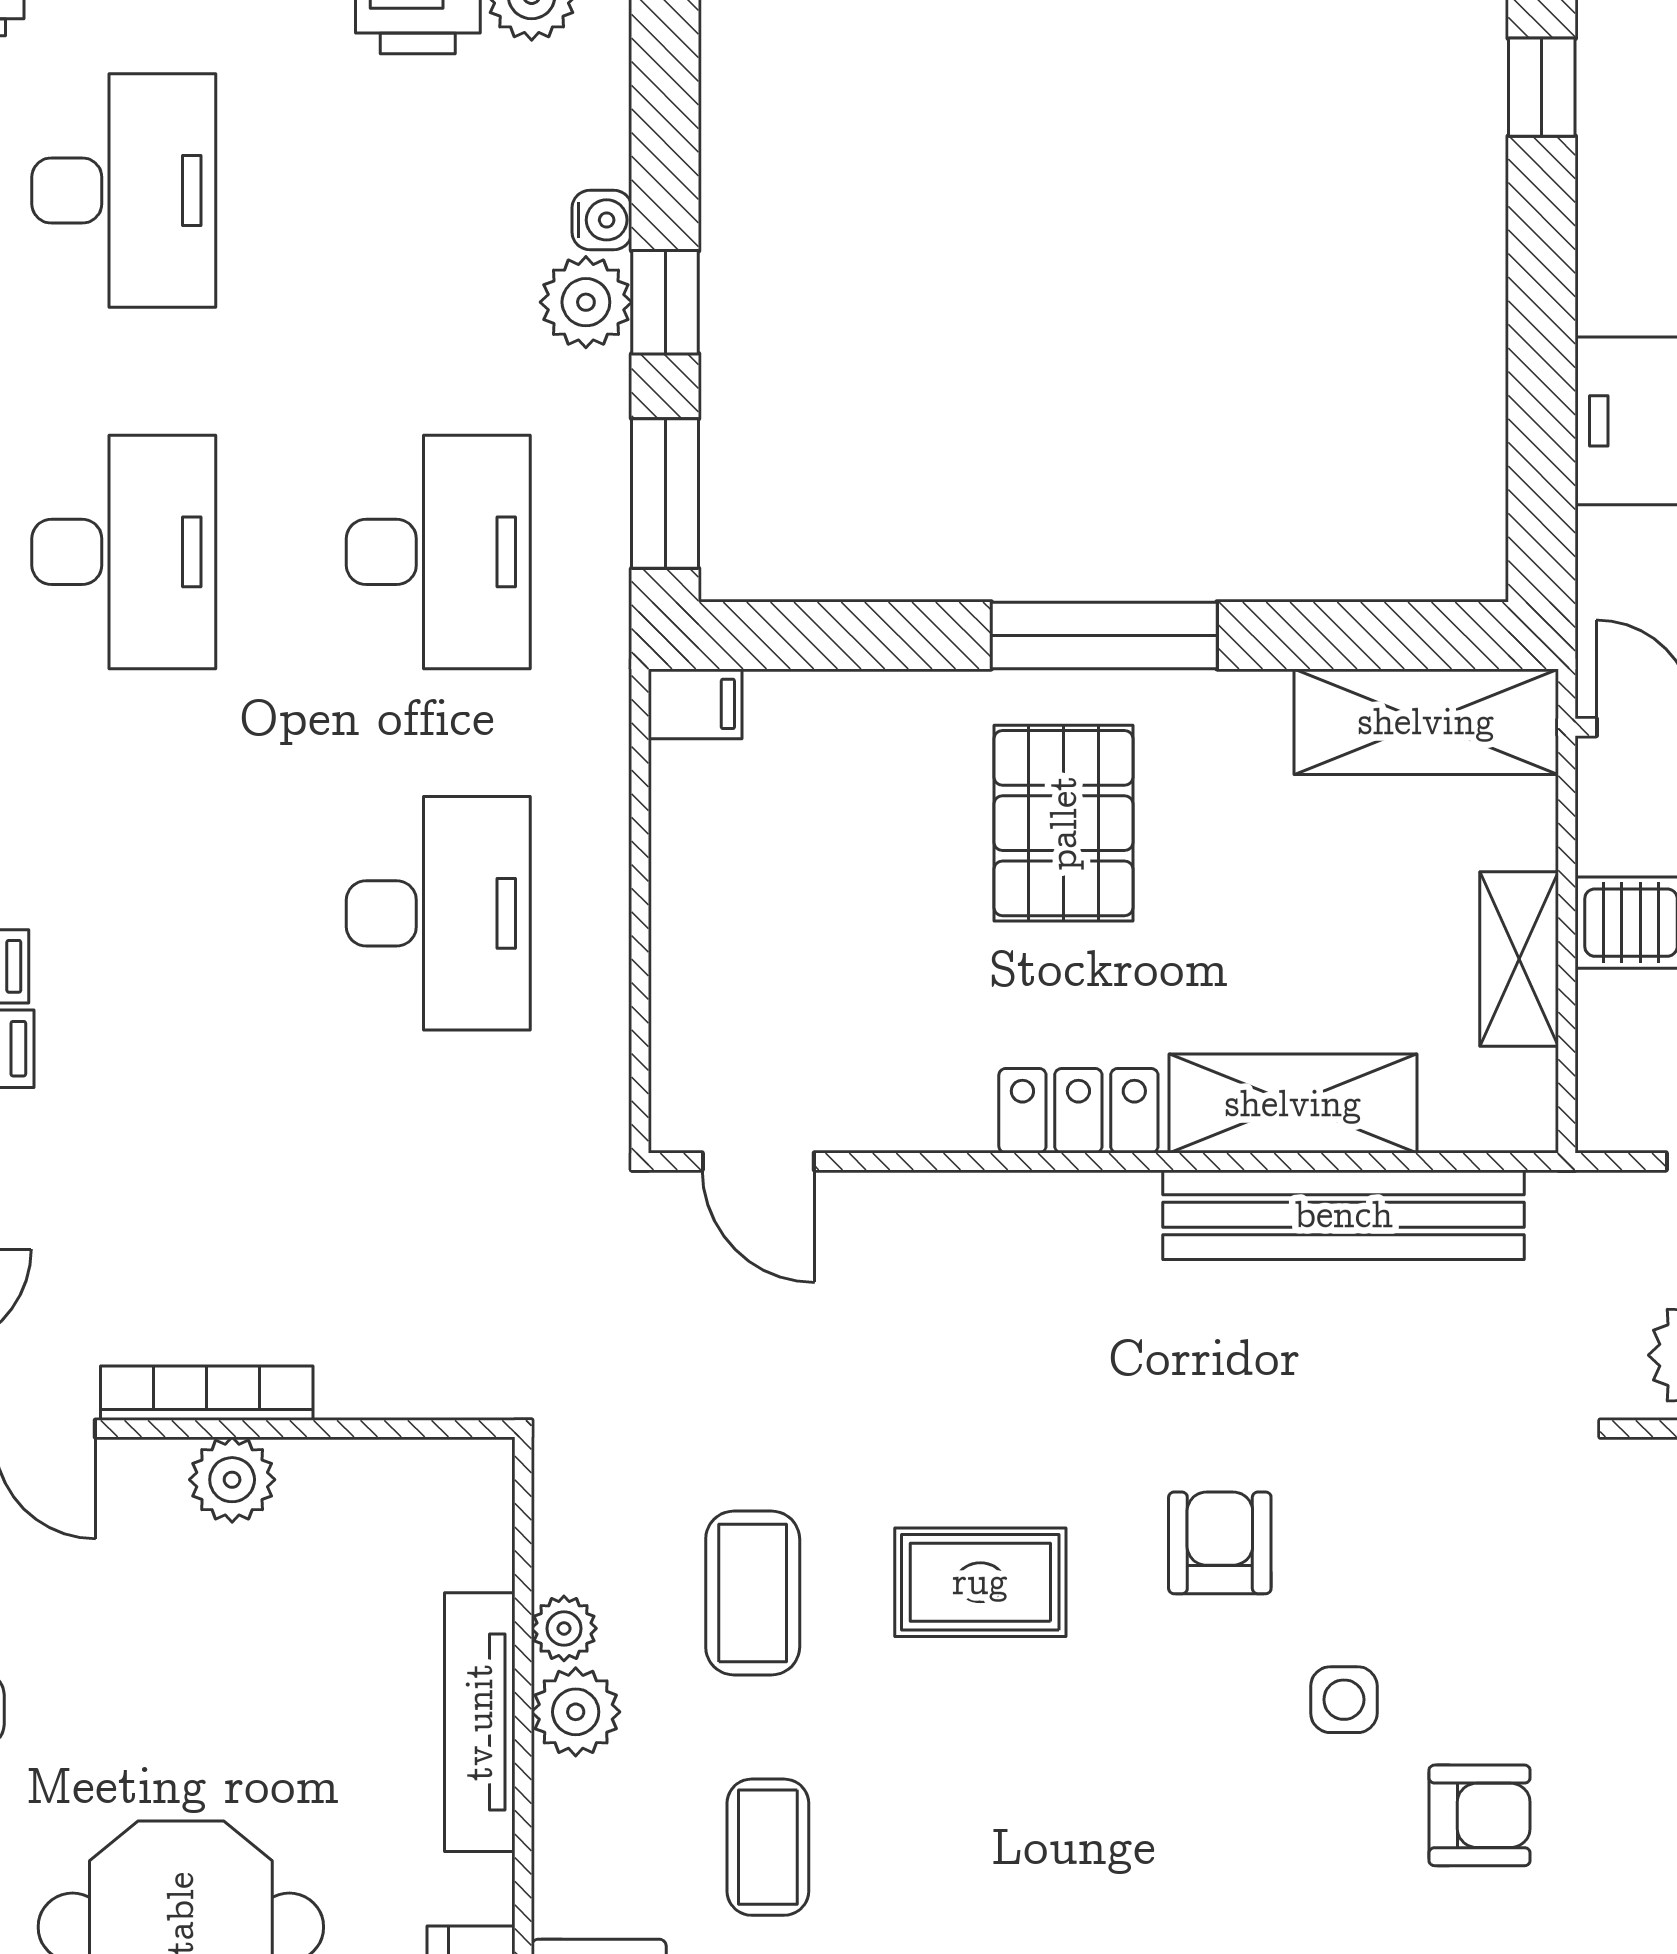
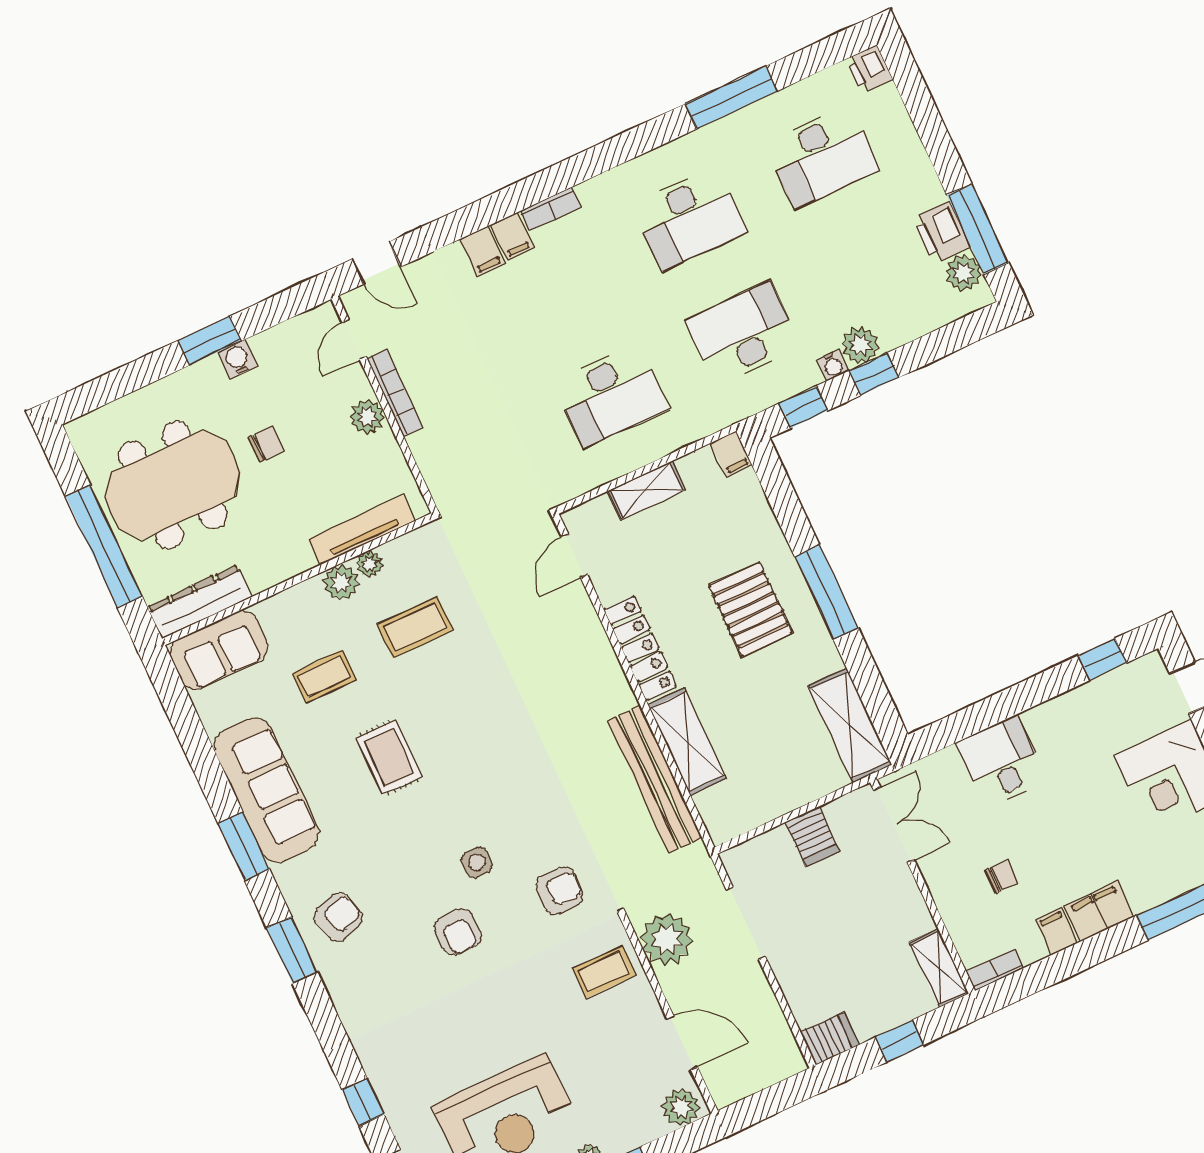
water cooler: (602, 220) -> (833, 365), moved
window: (665, 494) -> (803, 407), width x0.67
desk: (438, 552) -> (743, 334), turned 180
pallet: (1064, 823) -> (751, 610), turned 90
shelving: (1519, 959) -> (646, 490), moved
locker: (1078, 1111) -> (640, 648), width x1.53
armchair: (1220, 1543) -> (559, 891), moved
rug: (980, 1582) -> (389, 757), moved
tv unit: (480, 1722) -> (362, 530), moved
chair: (187, 1736) -> (266, 444), added

